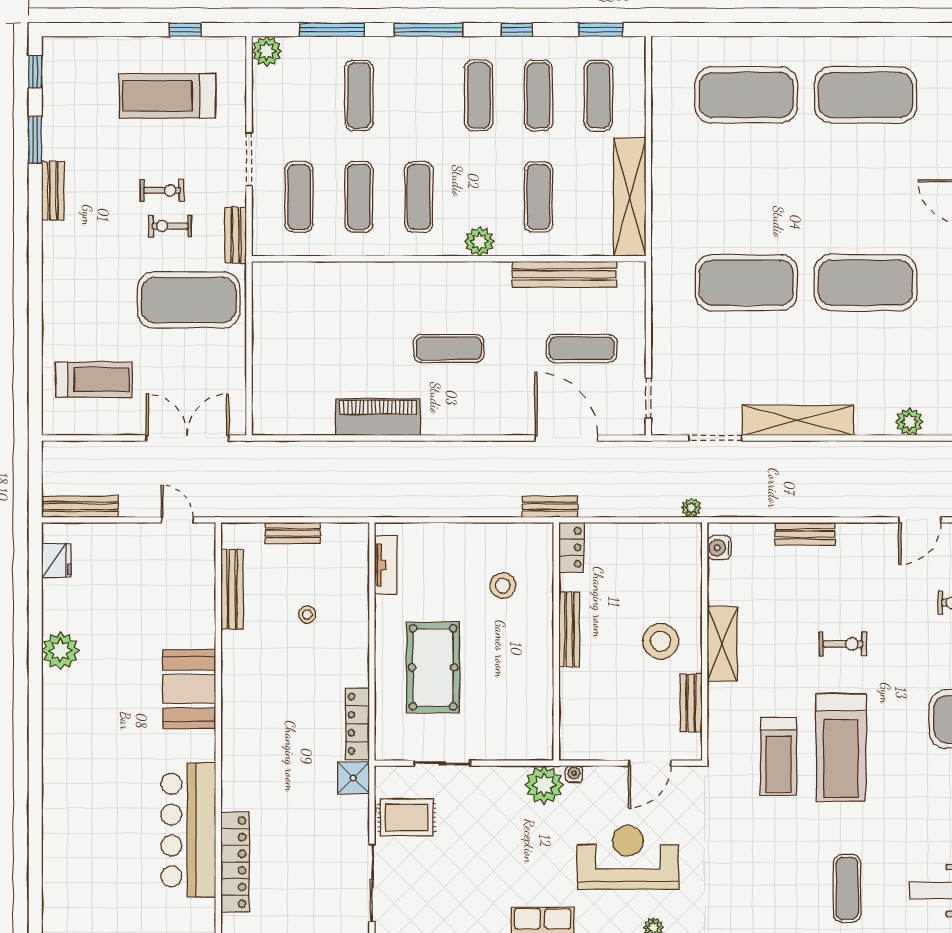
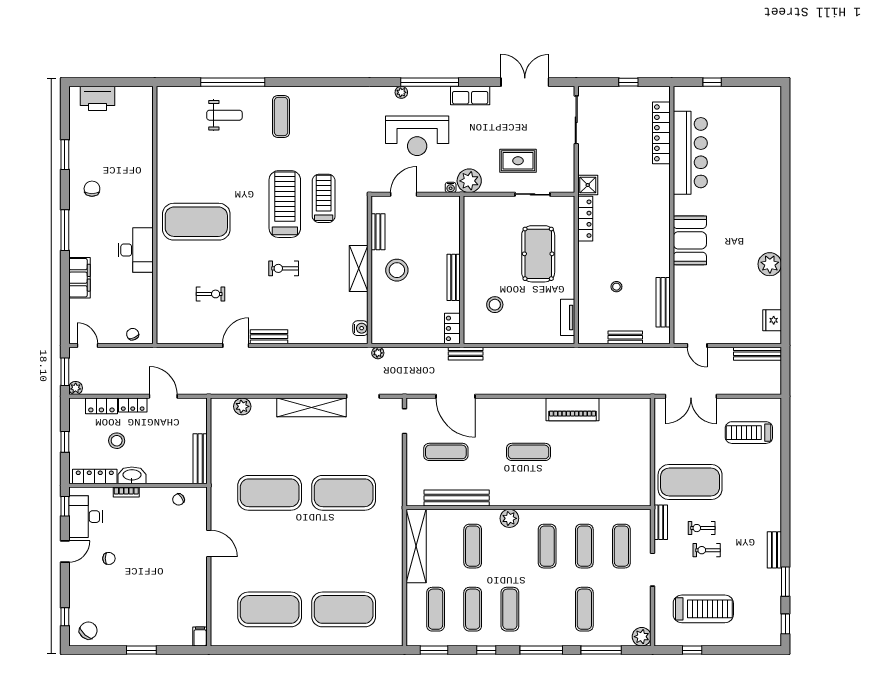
exercise bike: (170, 226) -> (702, 528), turned 180
bench: (805, 534) -> (269, 337), moved
rug: (407, 818) -> (518, 161), moved

